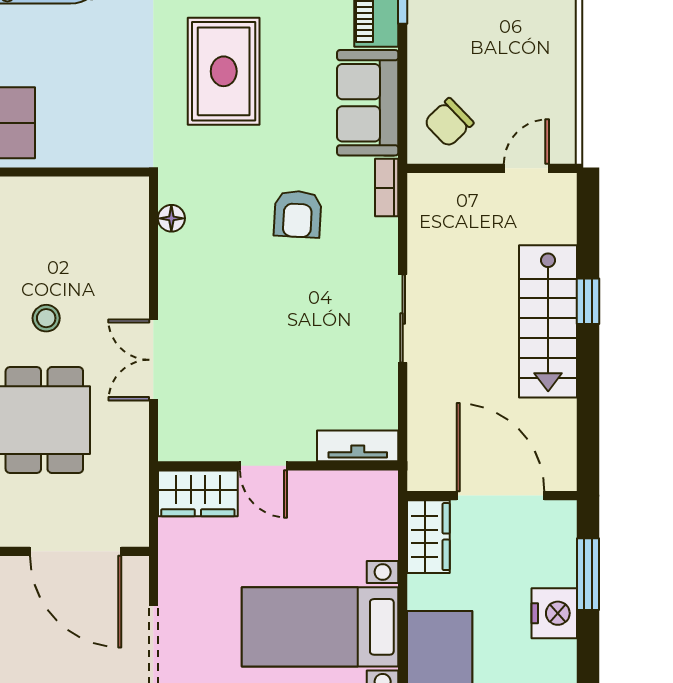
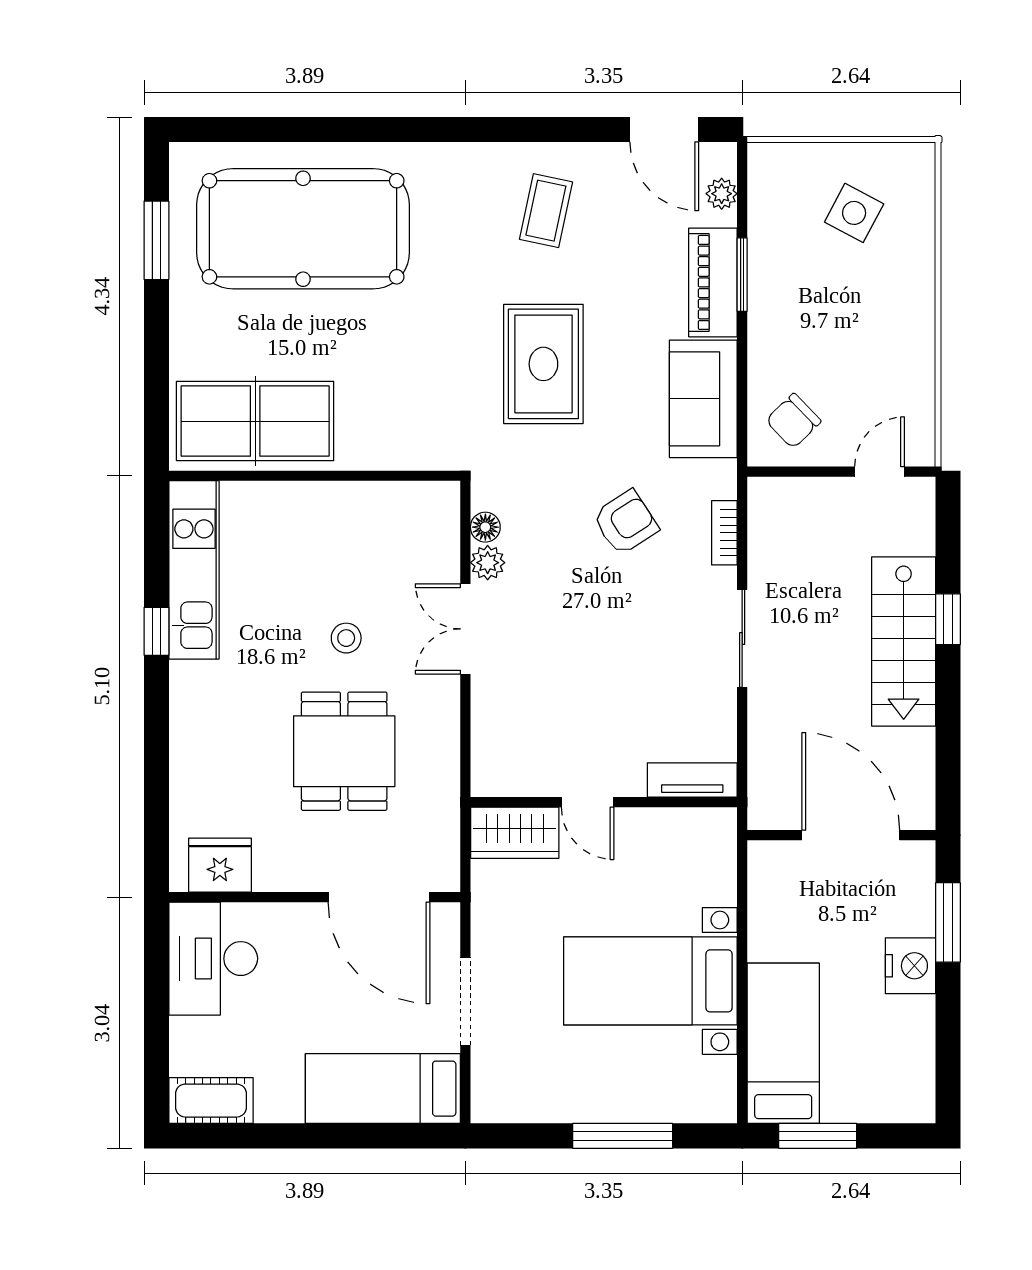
bookcase: (387, 188) -> (724, 533), moved
armchair: (298, 214) -> (625, 522), turned -126
plant: (174, 250) -> (488, 563), added
double door: (153, 360) -> (465, 629), moved
wardrobe: (428, 537) -> (771, 881), removed

